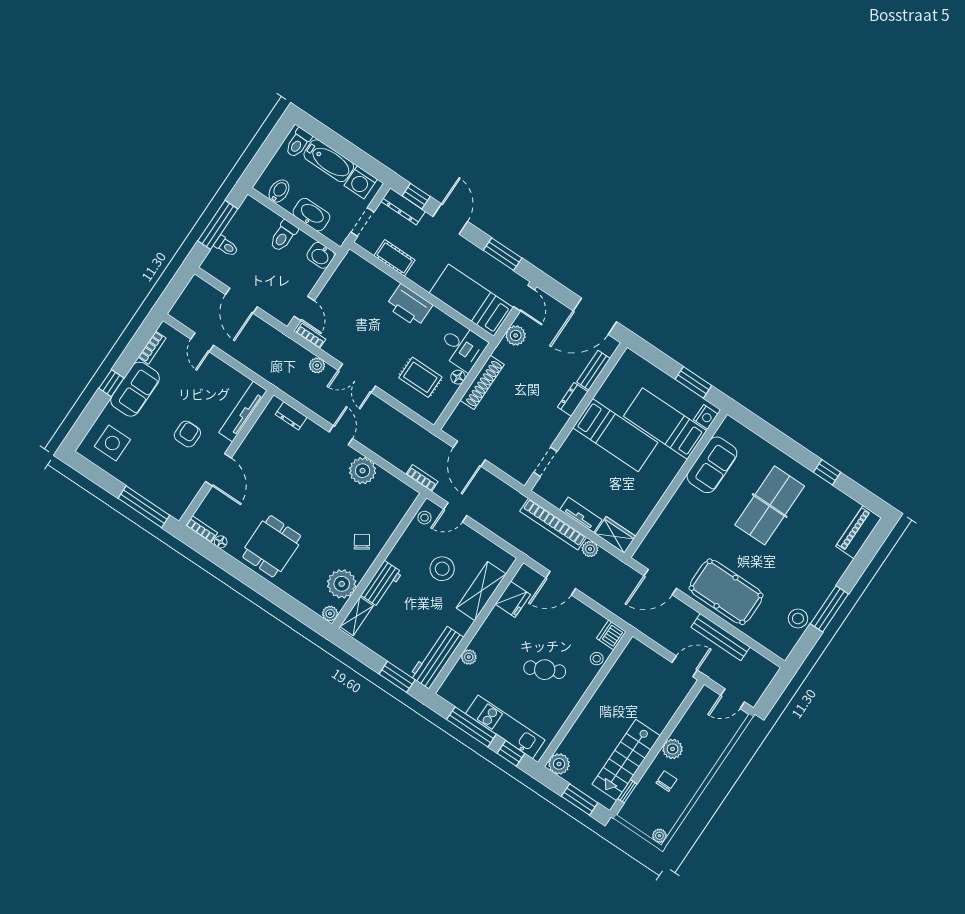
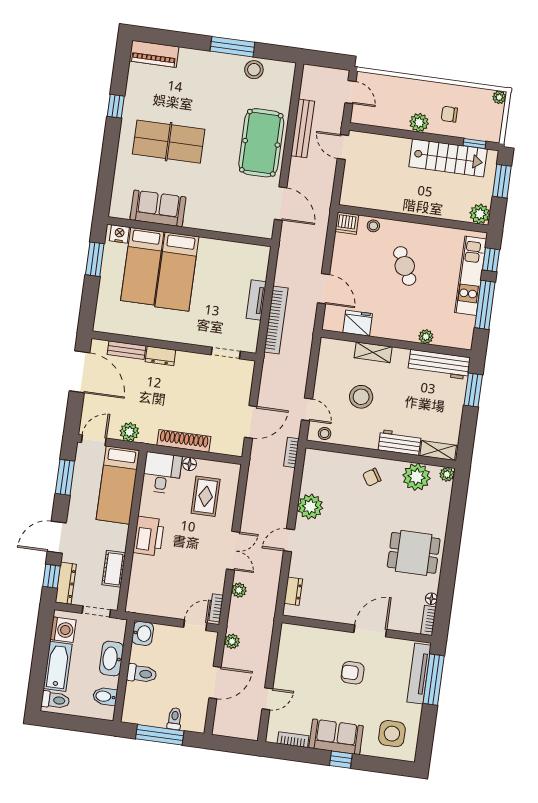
tv unit: (243, 412) -> (419, 674), moved, turned 90
bed: (615, 435) -> (177, 272), moved, turned 180
wardrobe: (615, 535) -> (259, 262), removed
plant: (590, 549) -> (232, 641), moved
shelving: (481, 591) -> (373, 352), width x0.67, depth x0.75

